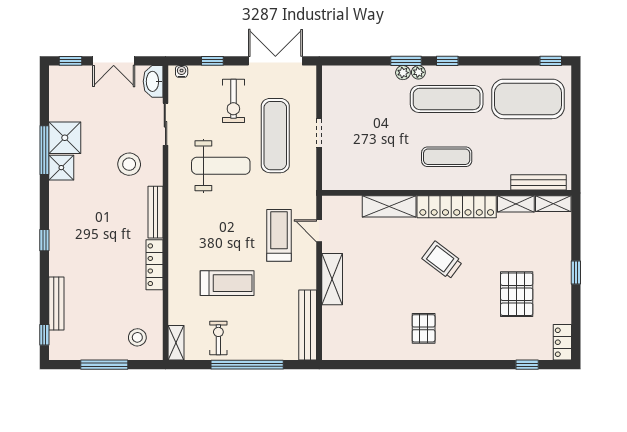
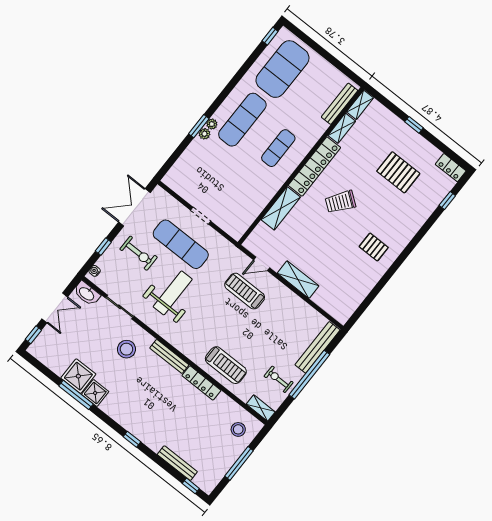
window: (447, 61) -> (219, 101), removed
treadmill: (227, 283) -> (226, 365), moved, turned 90
bench: (308, 325) -> (317, 347), moved, turned 90

